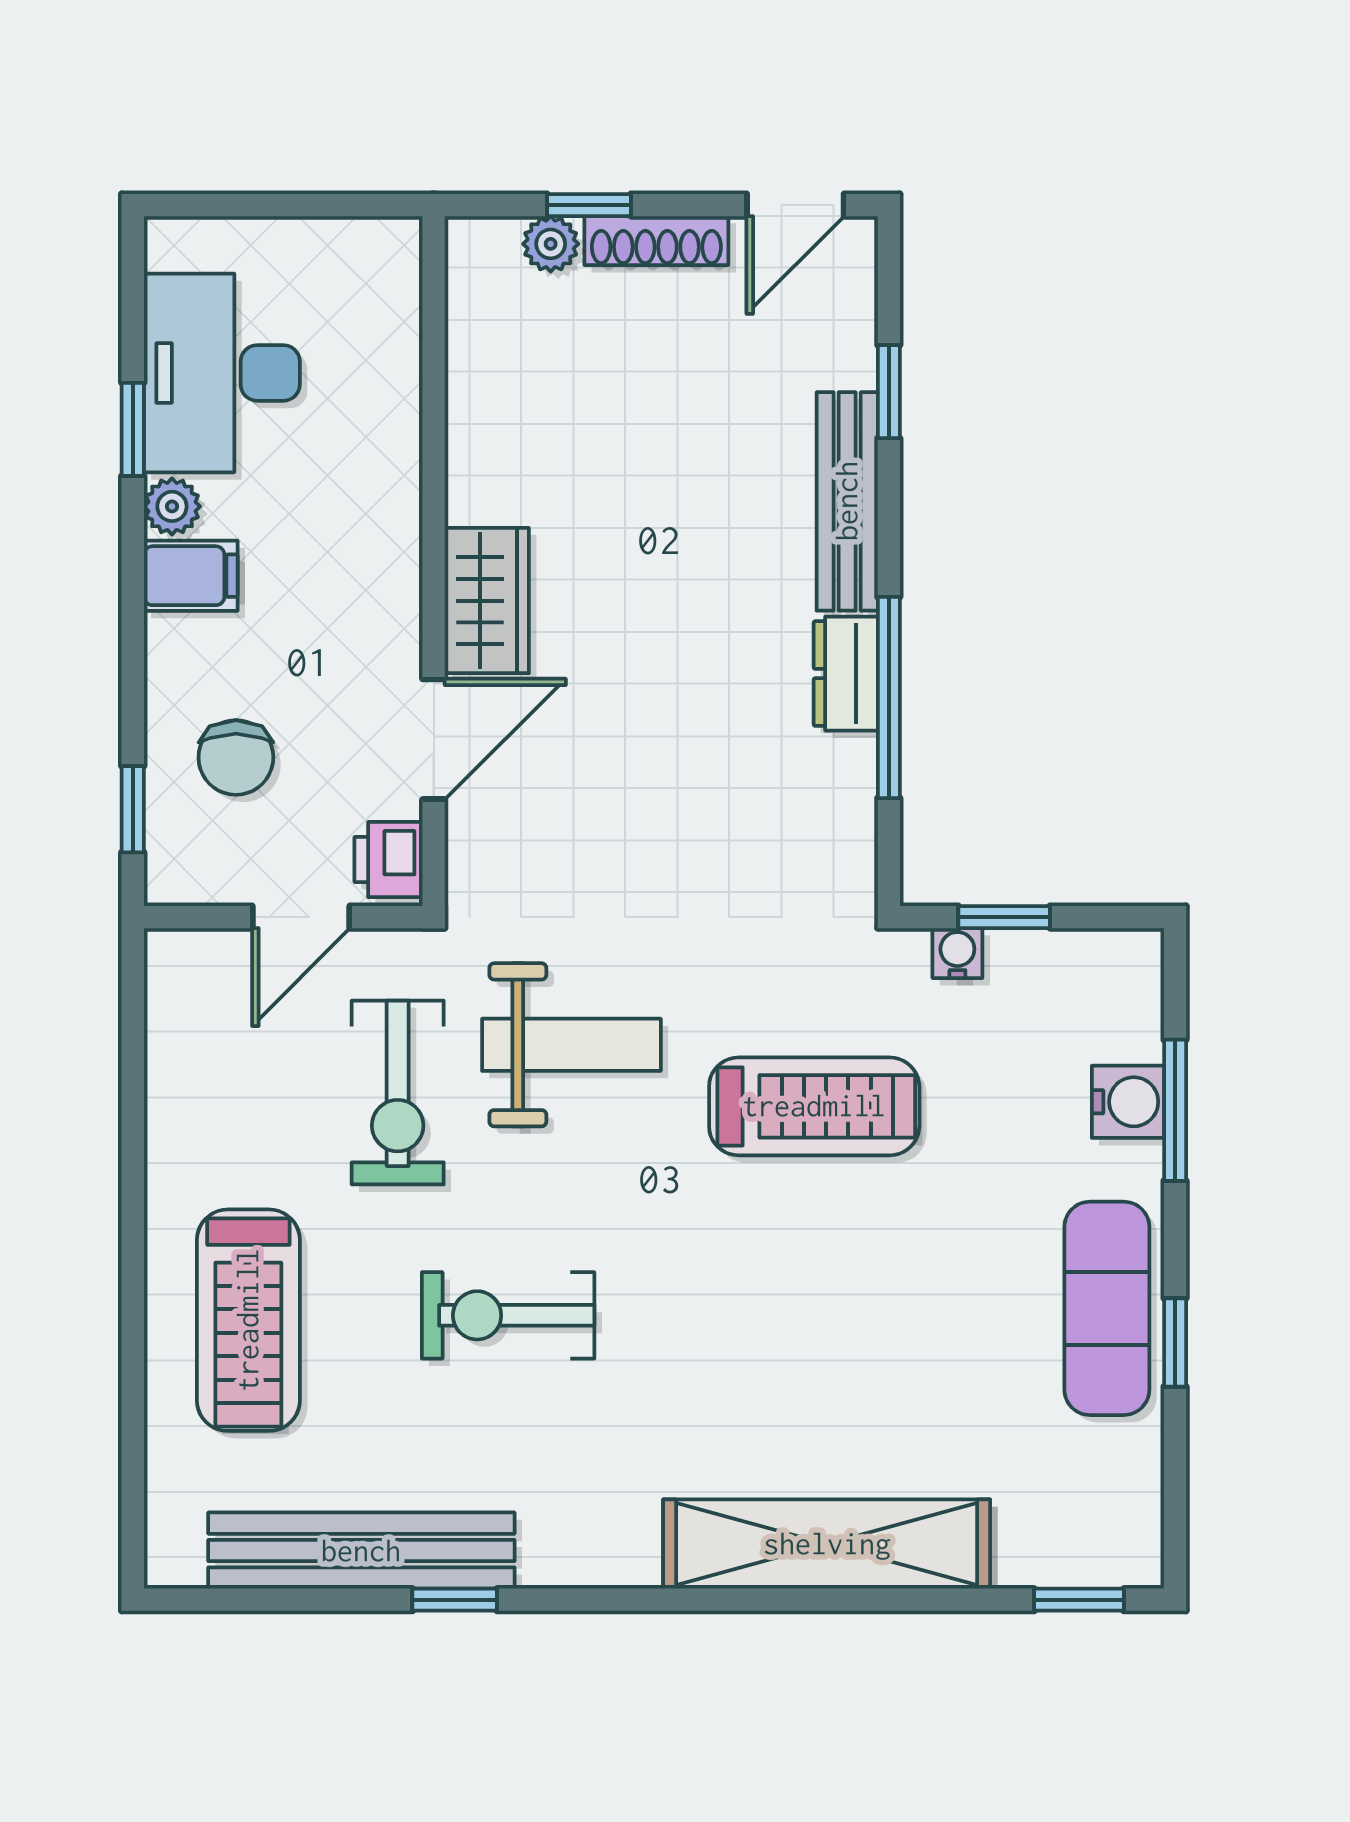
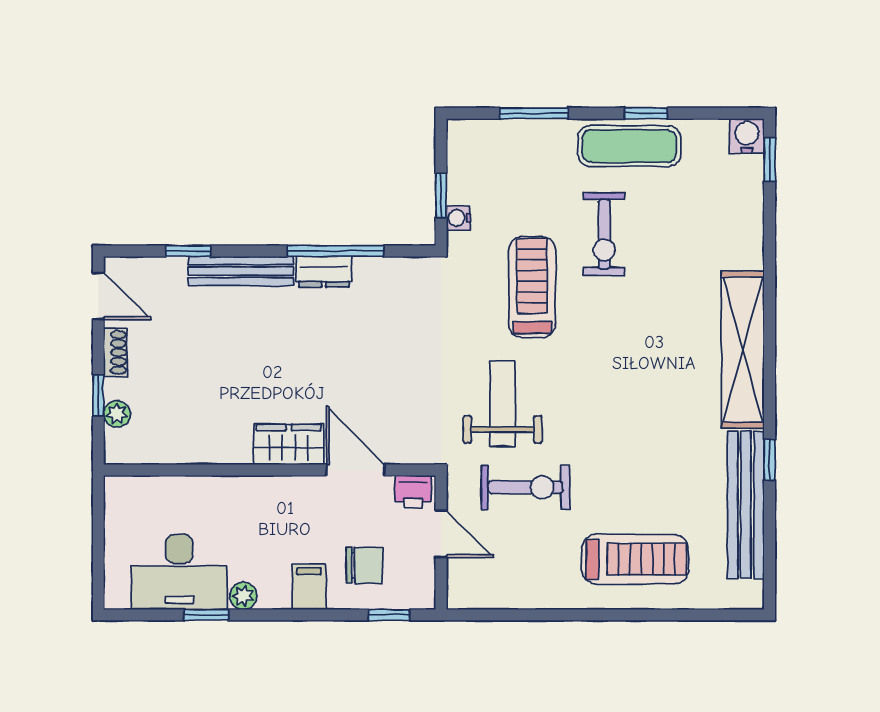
shoe rack: (656, 241) -> (115, 352), width x0.70
filing cabinet: (191, 576) -> (309, 587), moved
water cooler: (1128, 1102) -> (747, 136), moved
exercise bike: (508, 1315) -> (604, 234), moved
shelving: (827, 1544) -> (743, 350), moved

